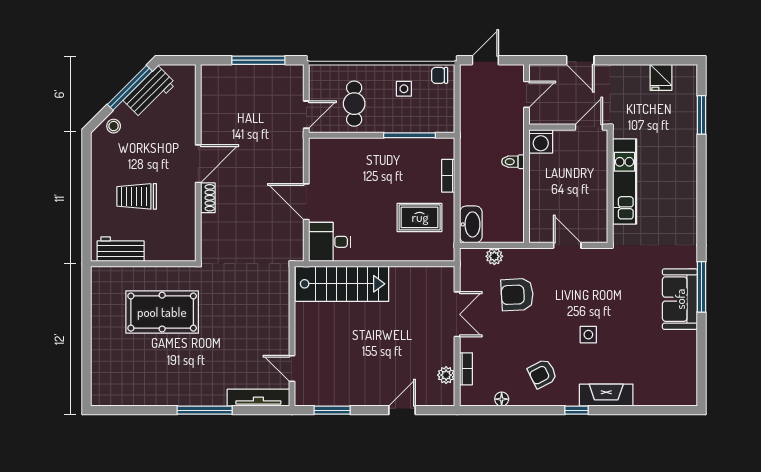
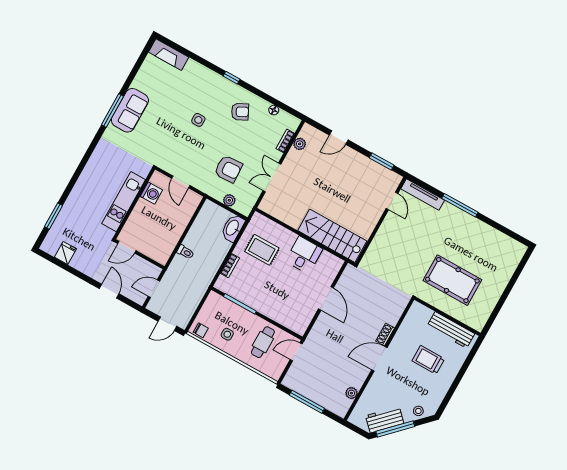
plant: (209, 102) -> (351, 393), added
washing machine: (541, 141) -> (151, 193), moved, turned 90
trolley: (137, 196) -> (428, 360), turned 180
desk: (330, 242) -> (304, 255), moved, turned -90
workbench: (121, 249) -> (451, 330), width x1.38
fireplace: (606, 395) -> (169, 55), moved

